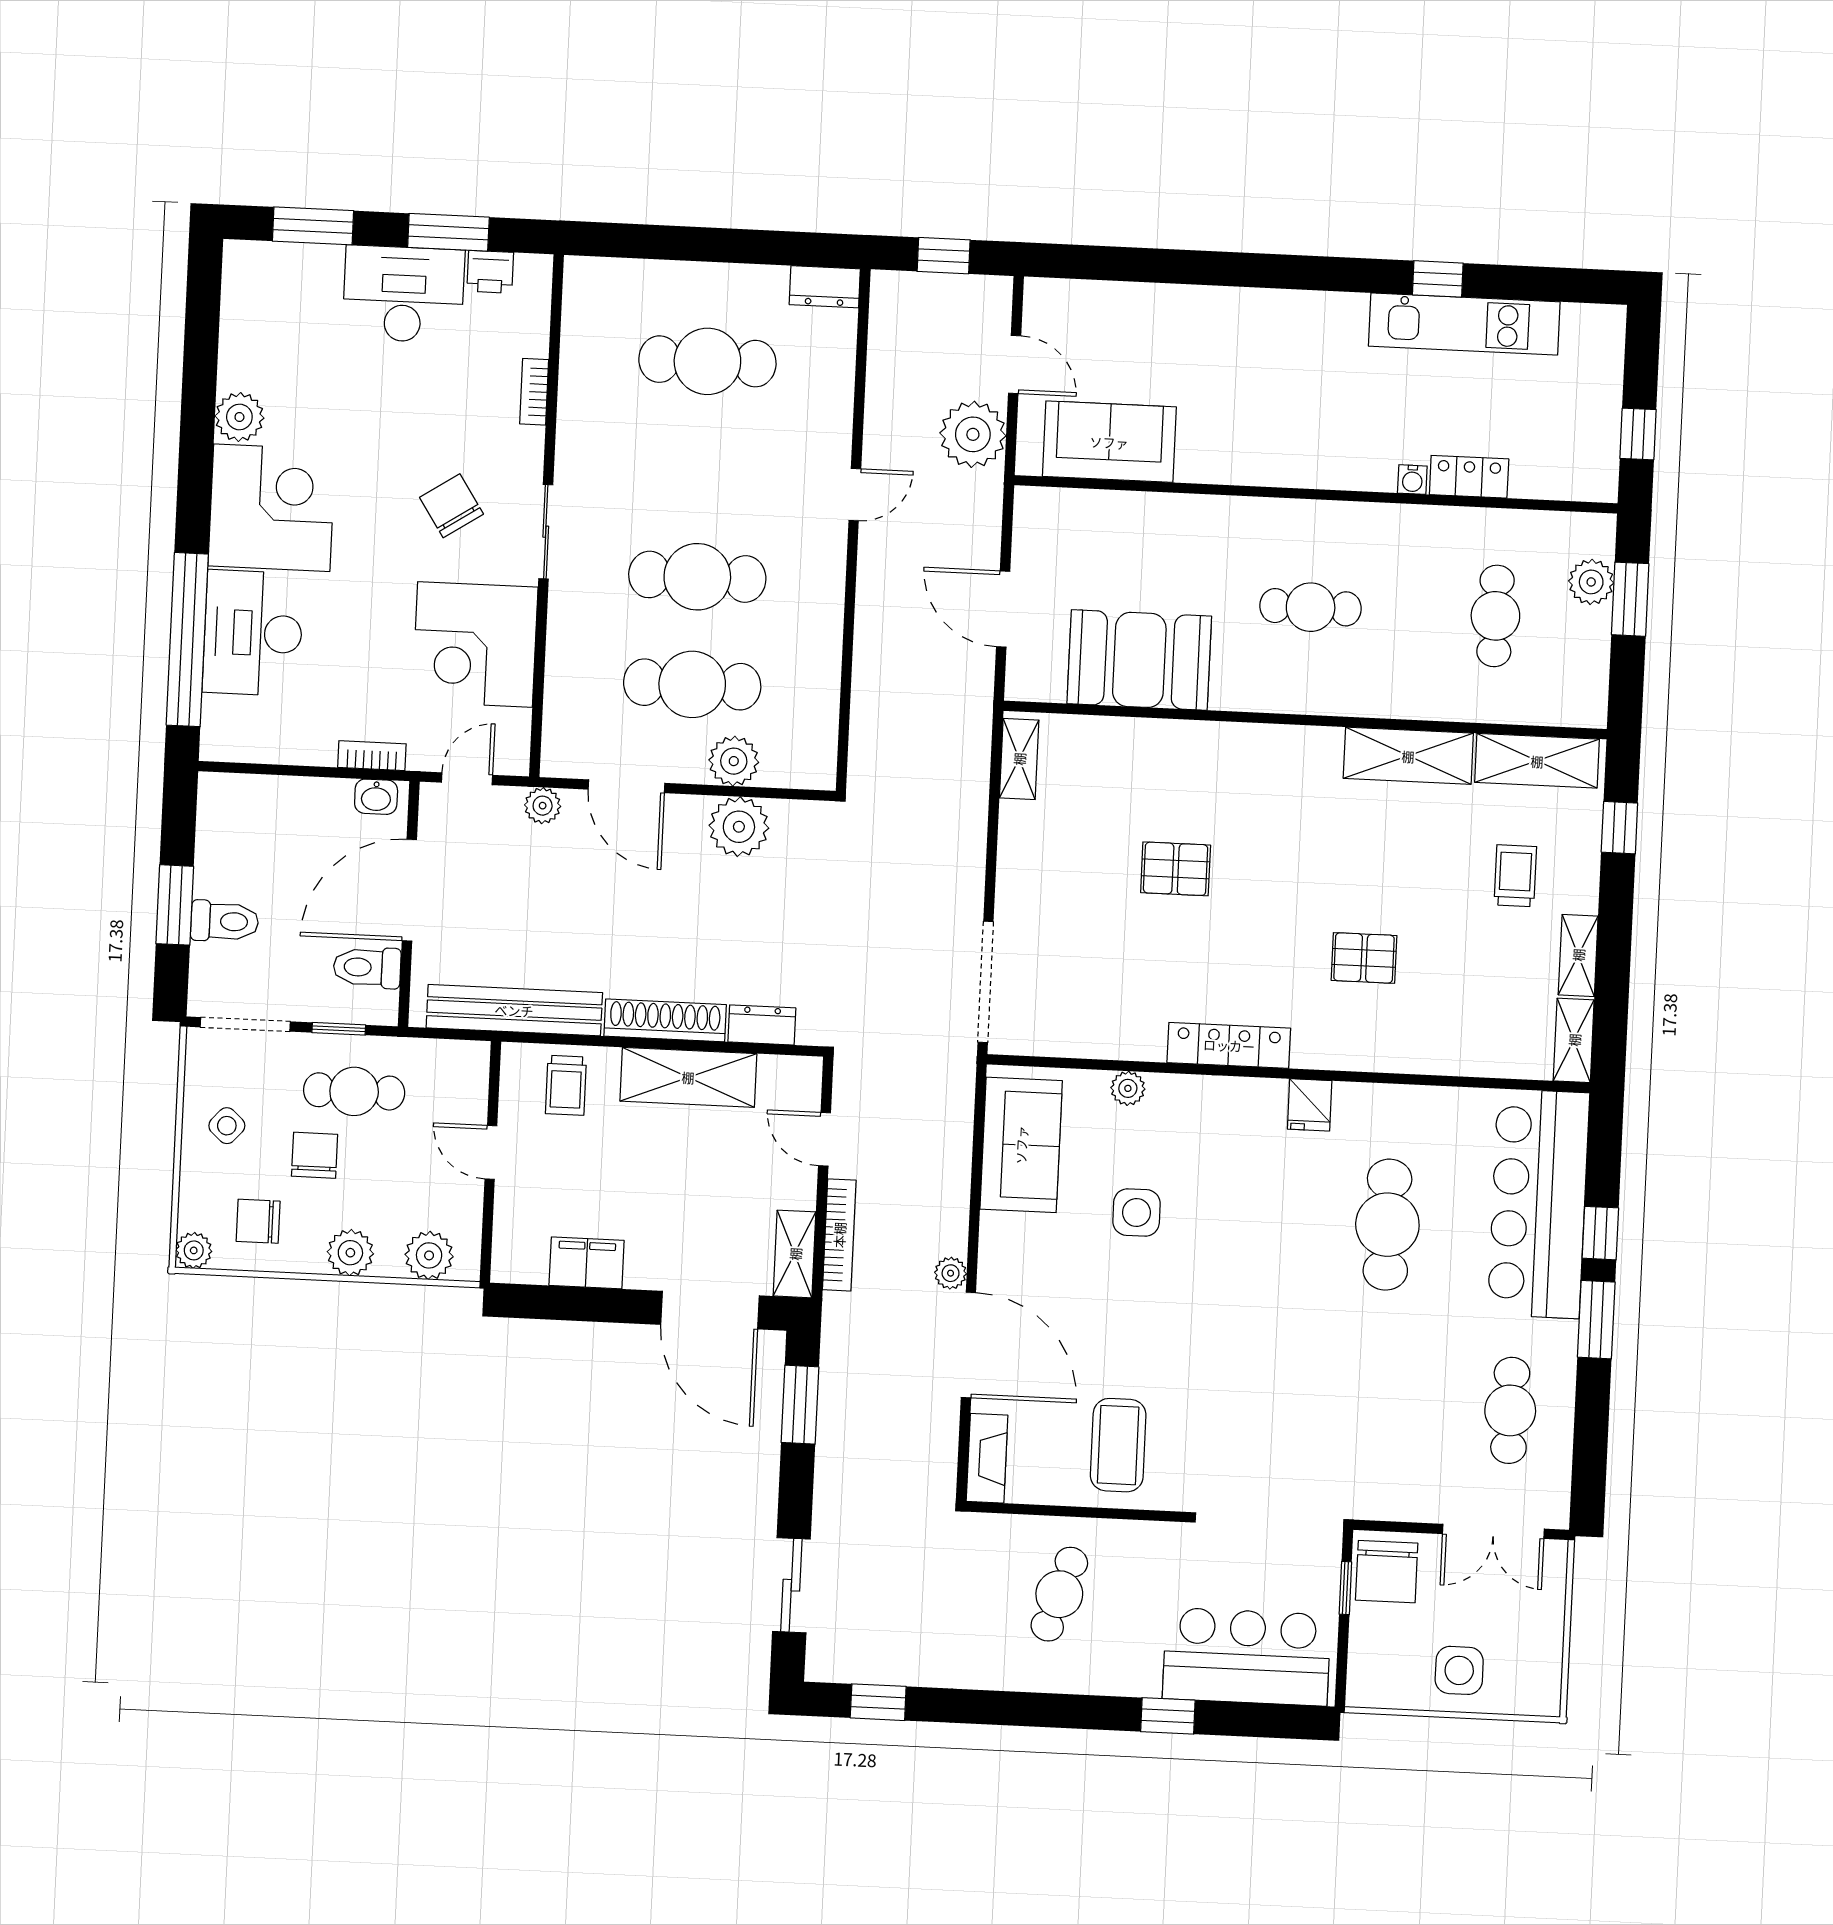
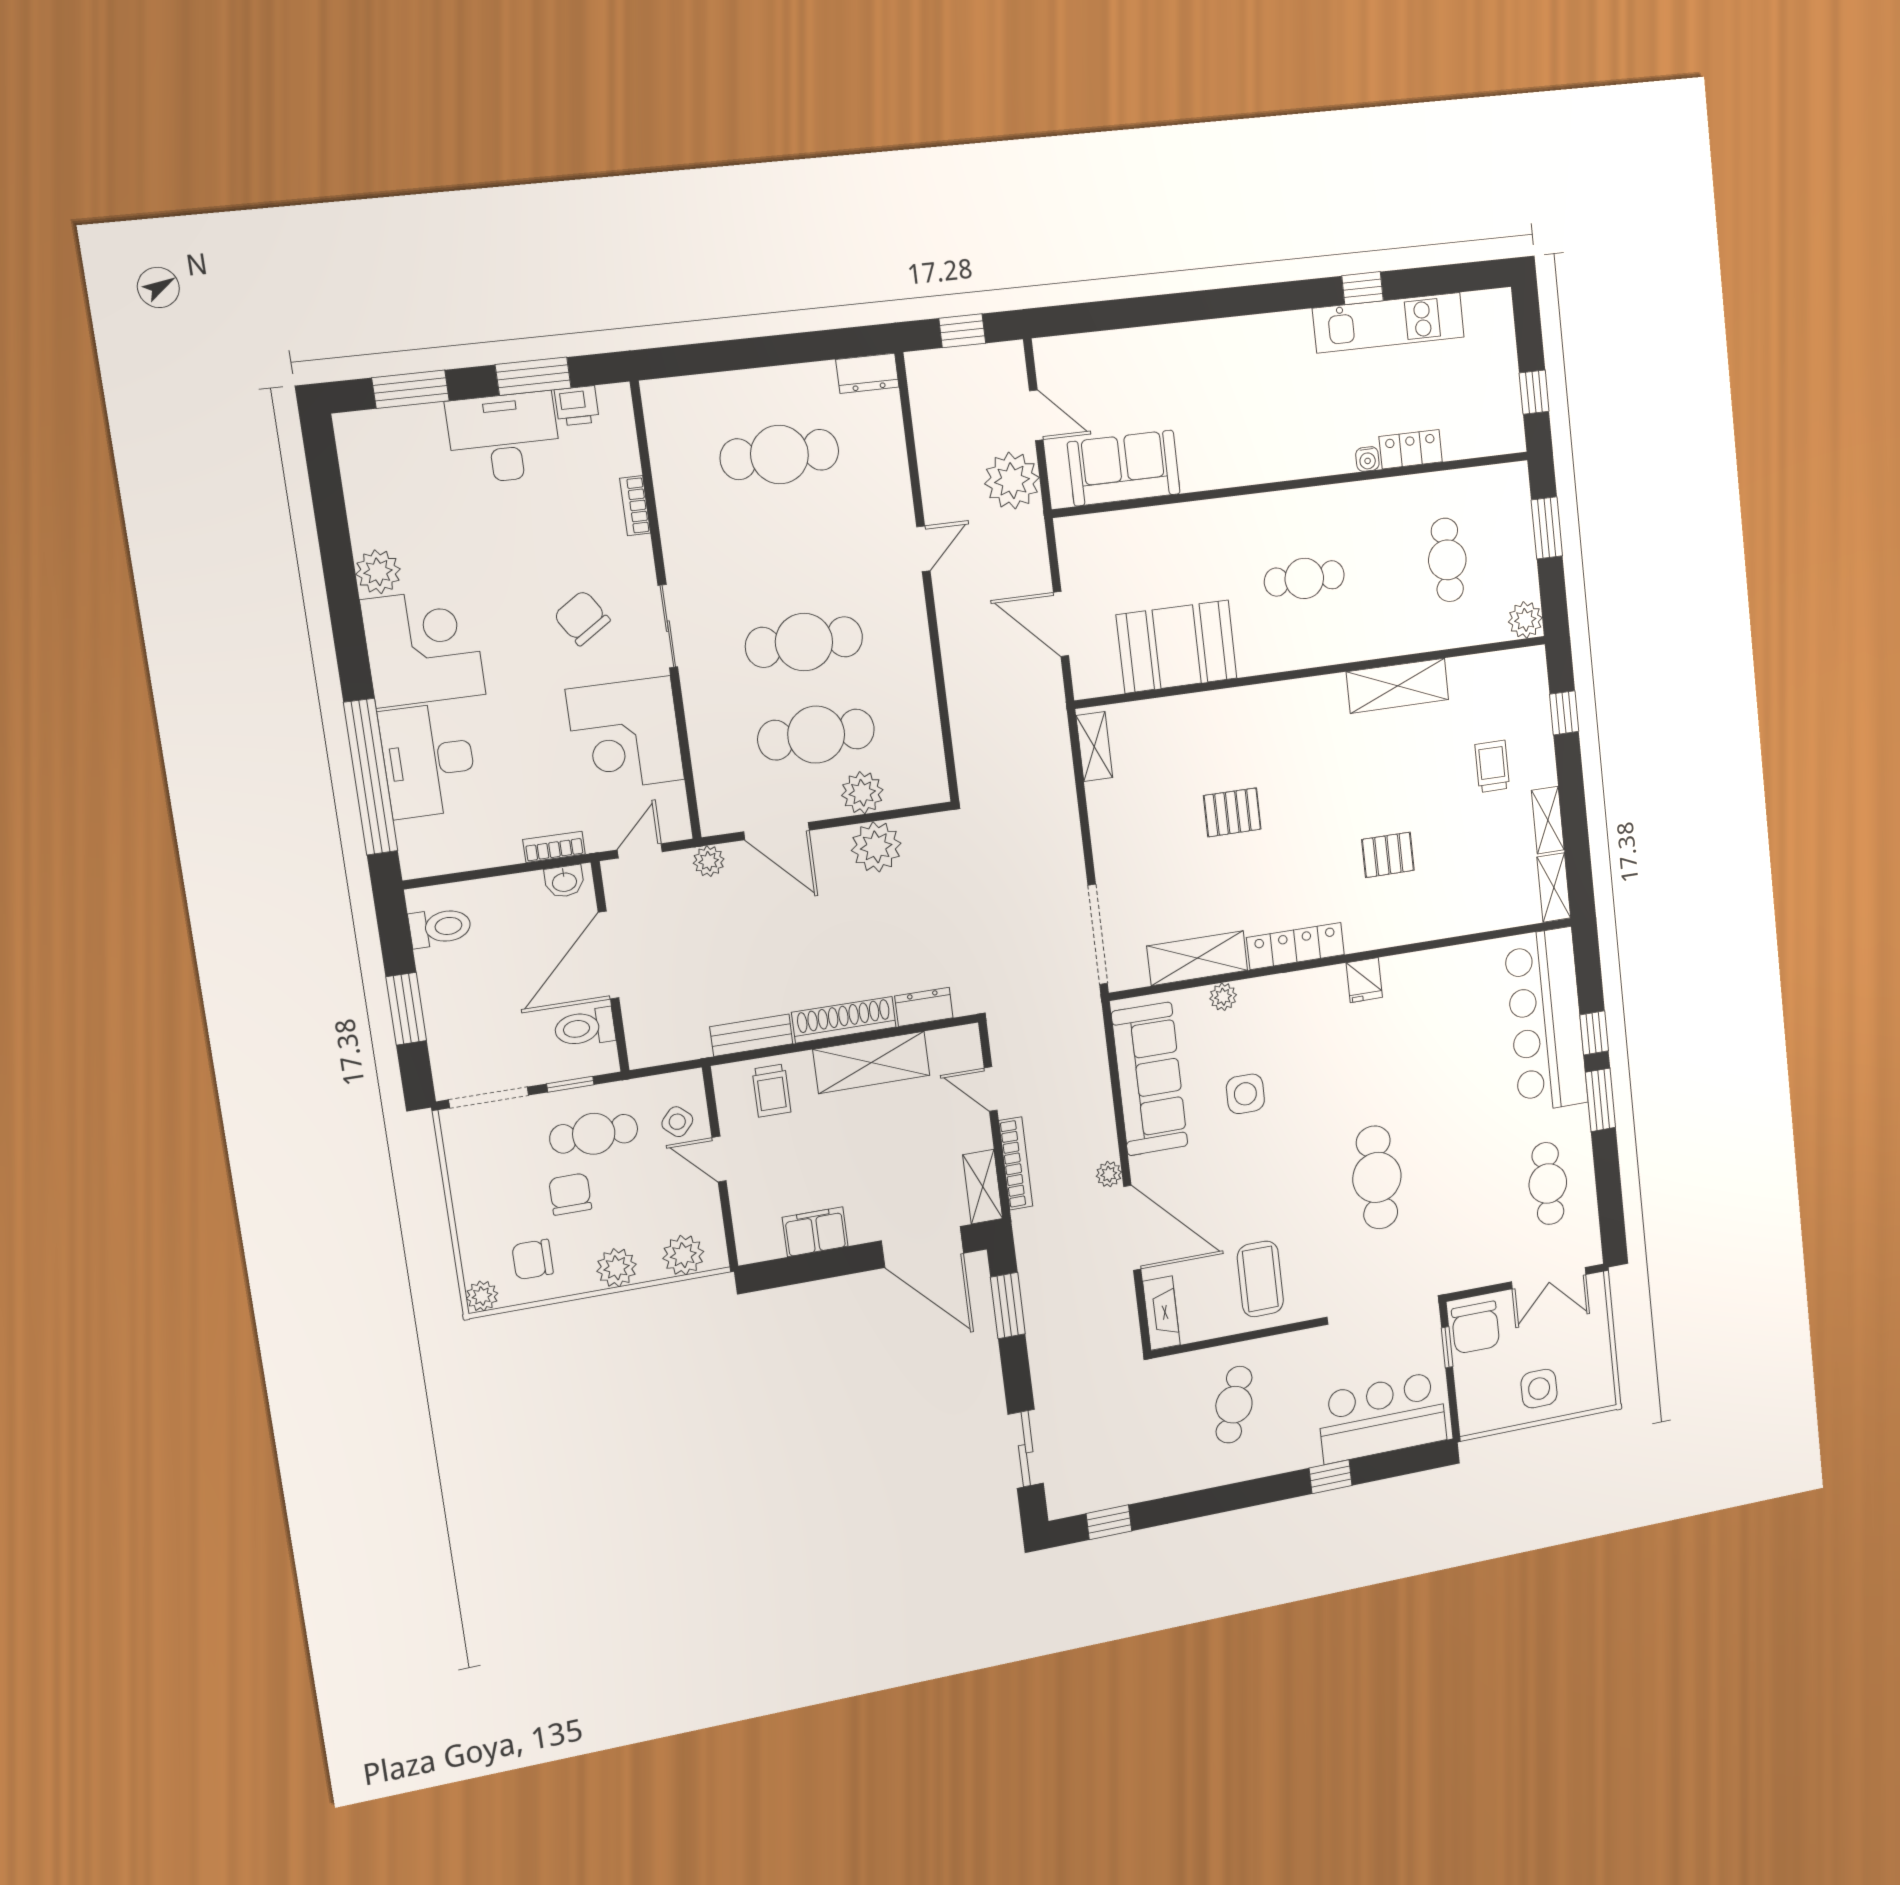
plant: (1591, 582) -> (1525, 620), moved
shelving: (1537, 761) -> (1197, 958), moved
toilet: (225, 921) -> (440, 927), moved
bench: (514, 1010) -> (751, 1035), width x0.54, depth x0.82
side table: (227, 1126) -> (677, 1122), moved
sofa: (1021, 1145) -> (1150, 1079), width x1.36
cafe table: (1387, 1225) -> (1377, 1177), moved

